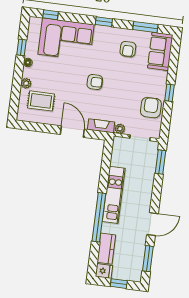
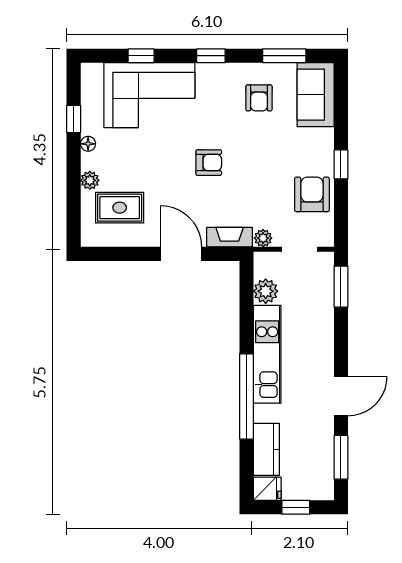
window: (51, 15) -> (141, 56), moved
plant: (118, 159) -> (266, 291), added

